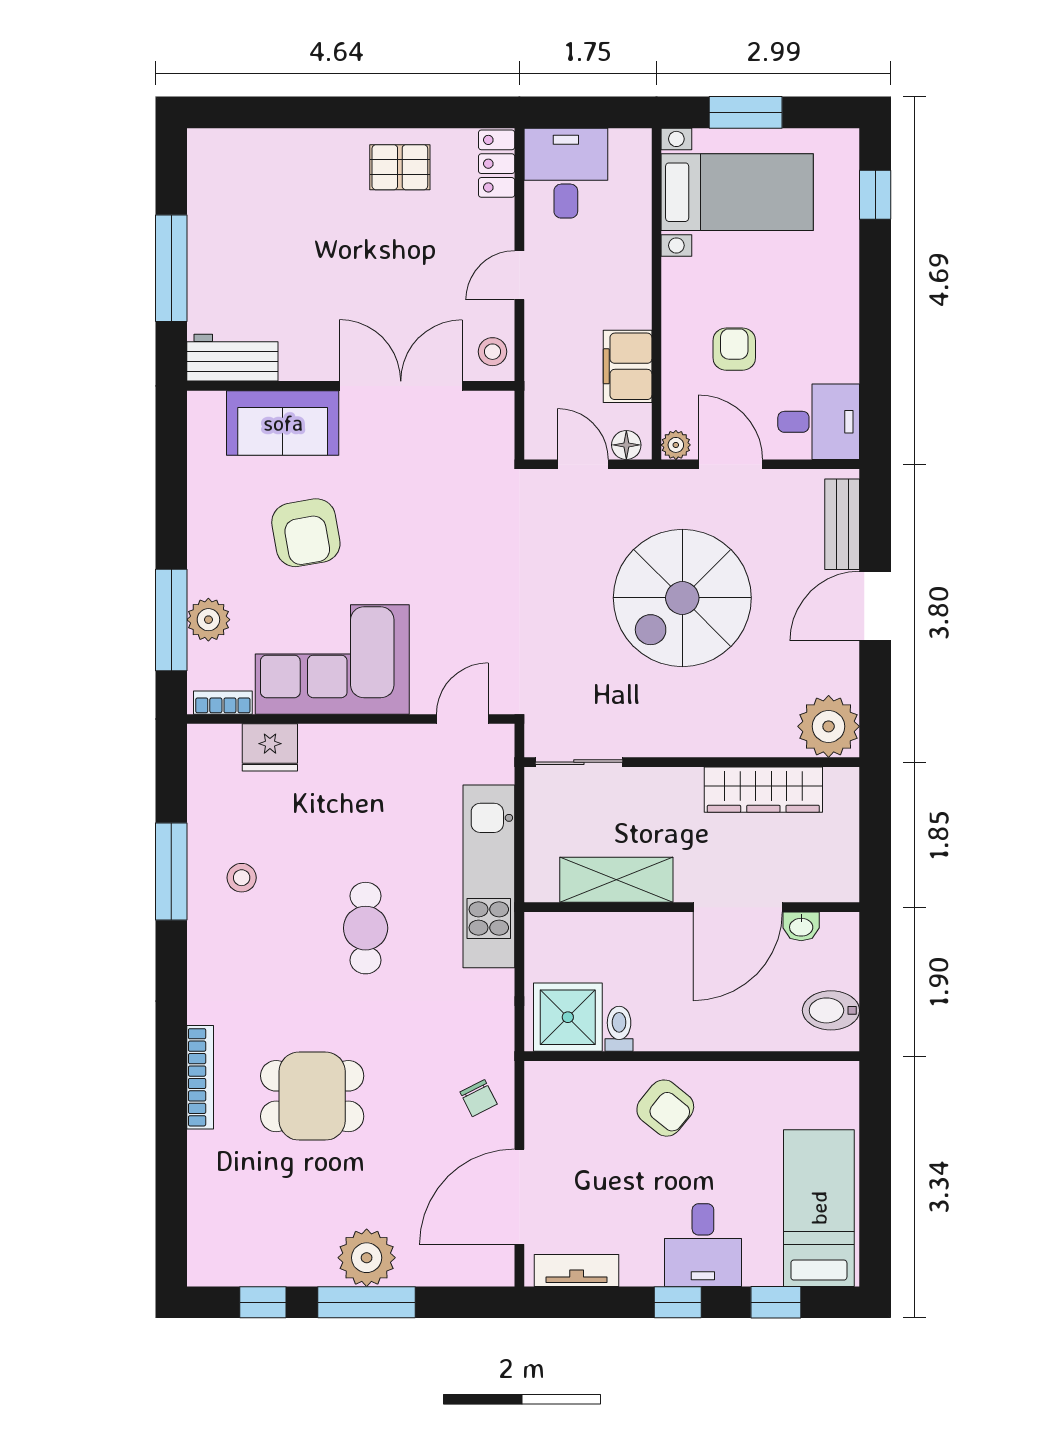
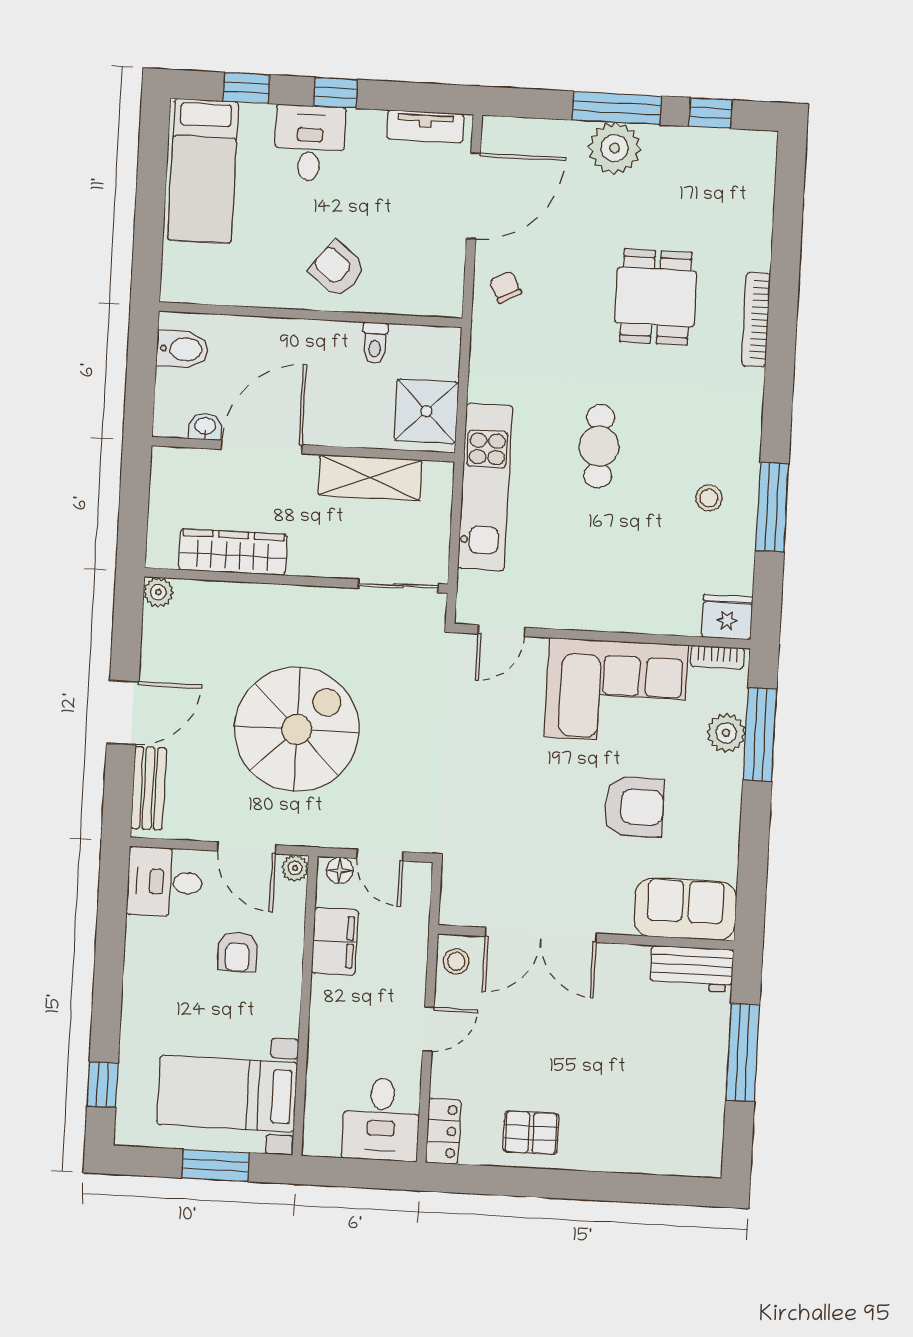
sofa: (283, 423) -> (685, 909), moved
armchair: (306, 533) -> (634, 807), turned 100
plant: (829, 726) -> (158, 592), width x0.53, depth x0.53
fridge: (270, 747) -> (727, 617), moved
shower: (568, 1017) -> (426, 411), moved
dining table: (312, 1096) -> (656, 297), turned 90

